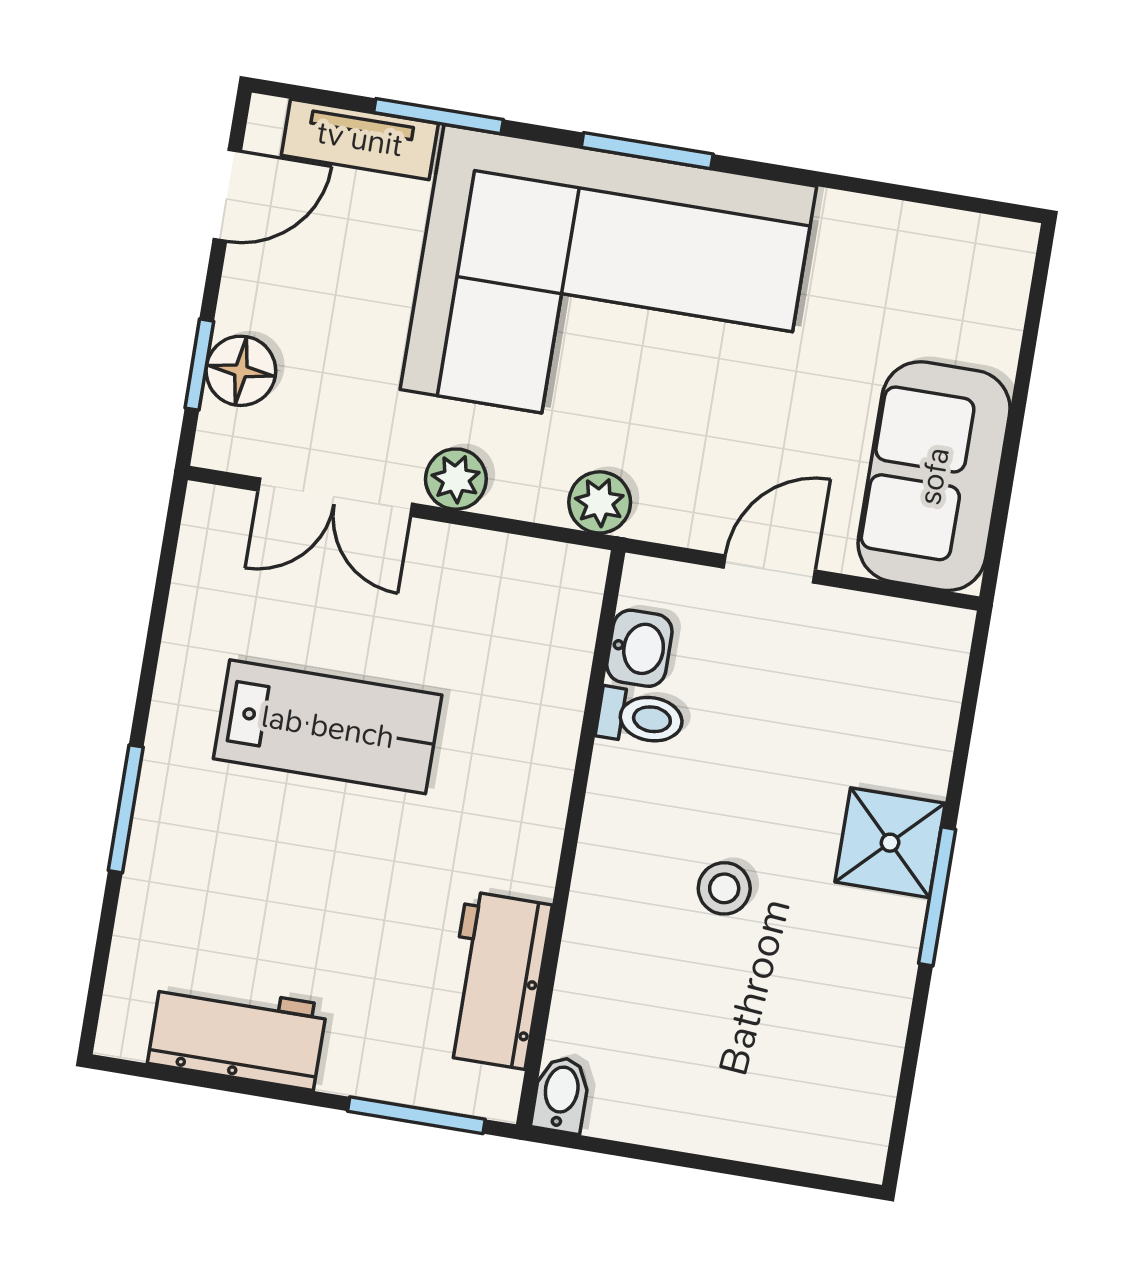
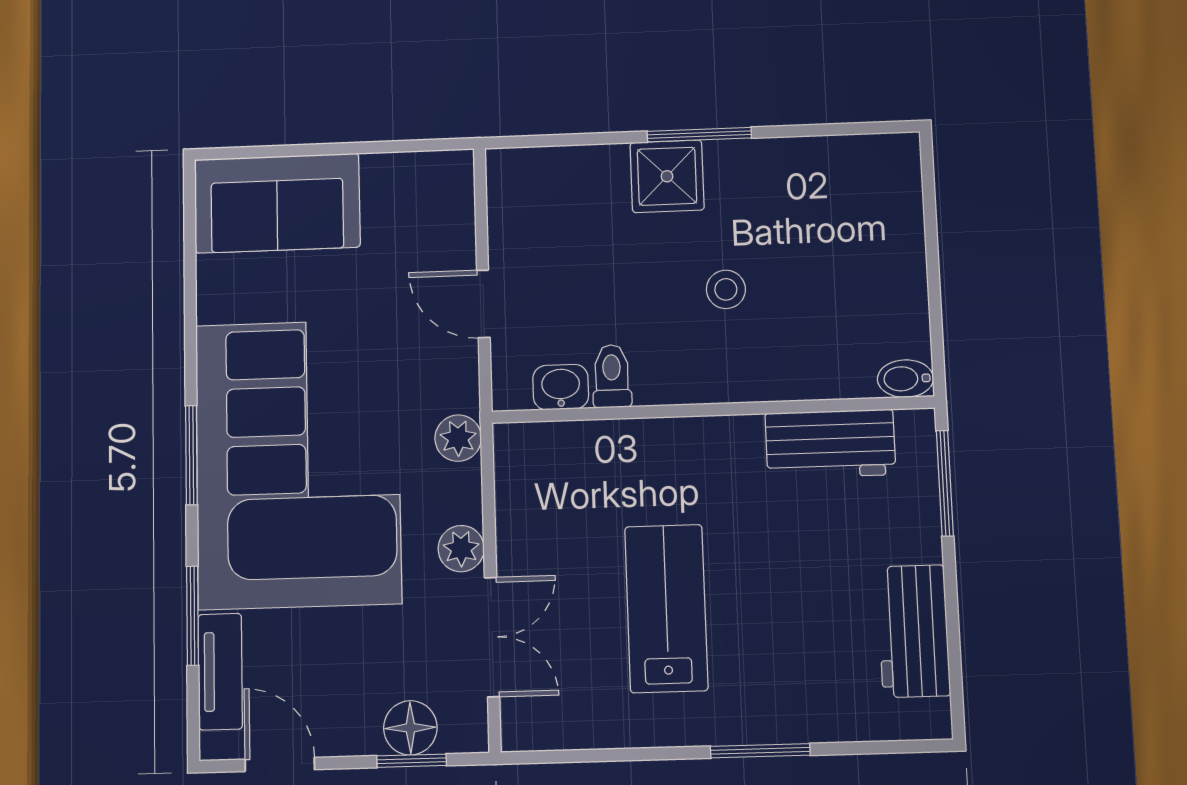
sofa: (934, 476) -> (277, 203), moved

